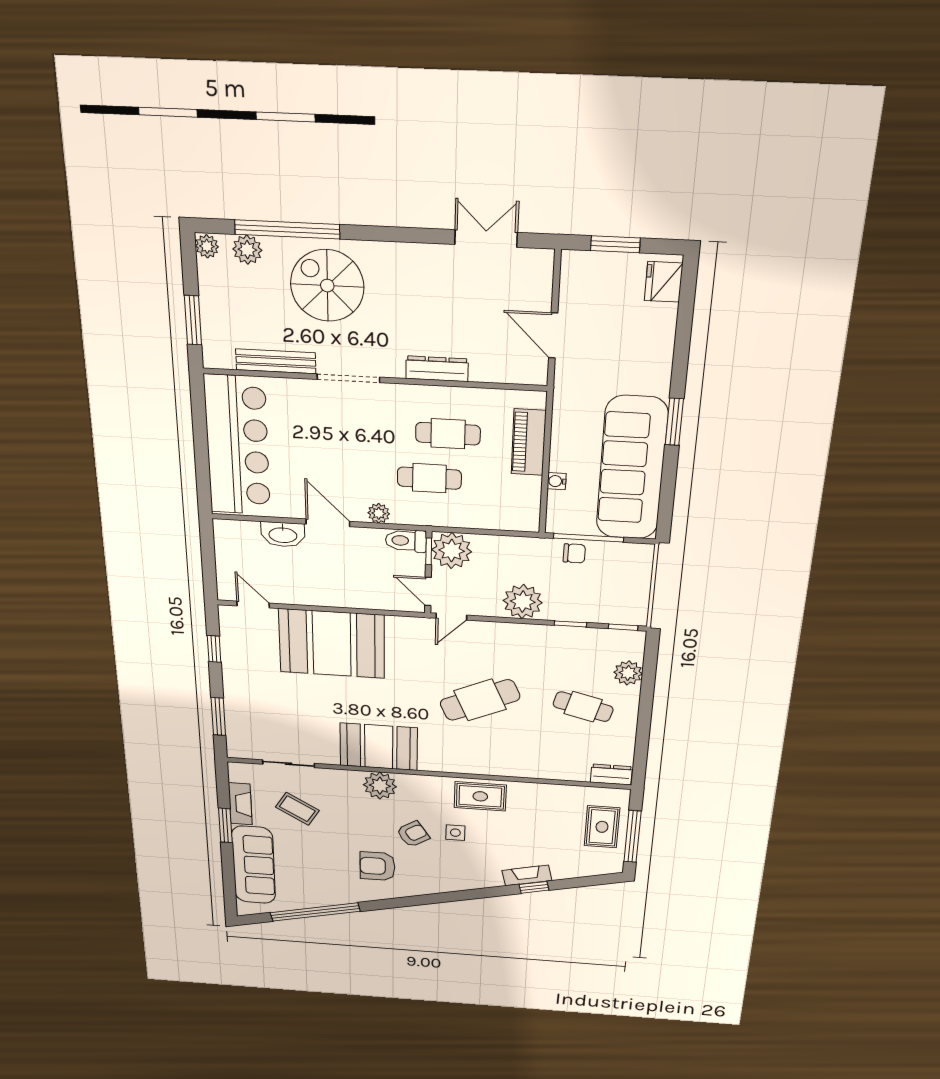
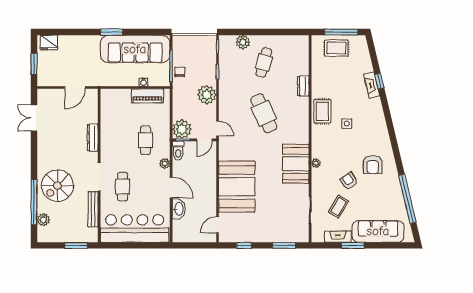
plant: (207, 246) -> (43, 237), removed
cafe table: (448, 434) -> (123, 187), moved
piano: (528, 442) -> (147, 96), moved
door: (328, 523) -> (171, 187), swing flipped
dresser: (611, 774) -> (303, 86), moved
plant: (380, 786) -> (316, 163), width x0.53, depth x0.53
armchair: (413, 834) -> (349, 181), moved

